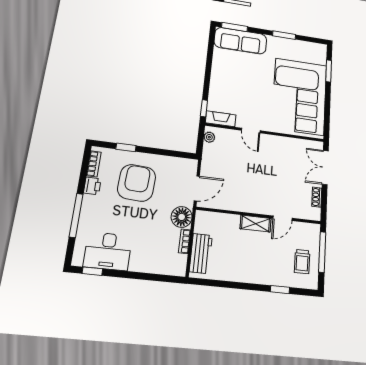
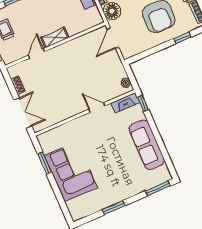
sofa: (241, 41) -> (147, 145), moved, turned -90
window: (329, 71) -> (45, 163), moved
corner sofa: (299, 96) -> (71, 171), width x0.73, depth x0.74

